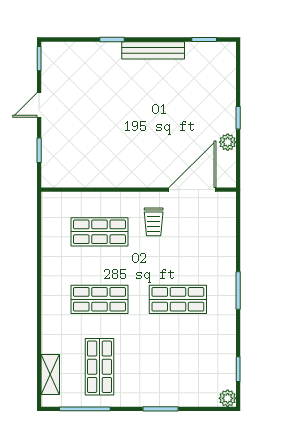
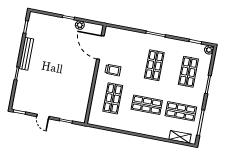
shop shelf: (99, 299) -> (147, 105), turned 90
shop shelf: (178, 367) -> (188, 72), added

